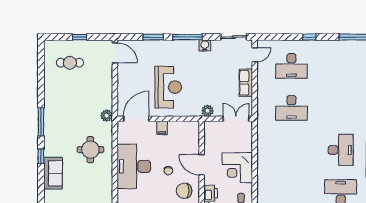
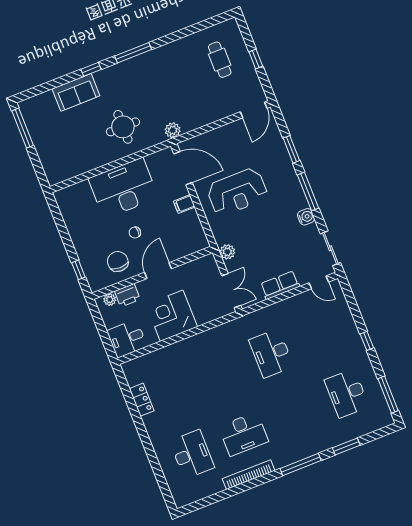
desk: (291, 66) -> (347, 393), moved

